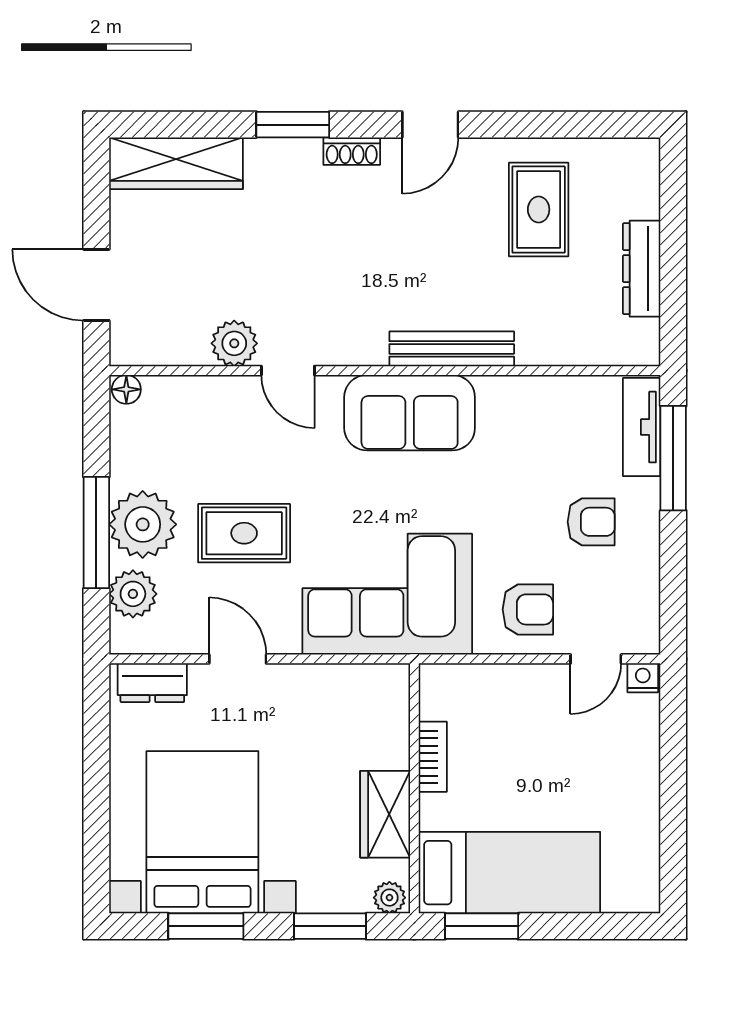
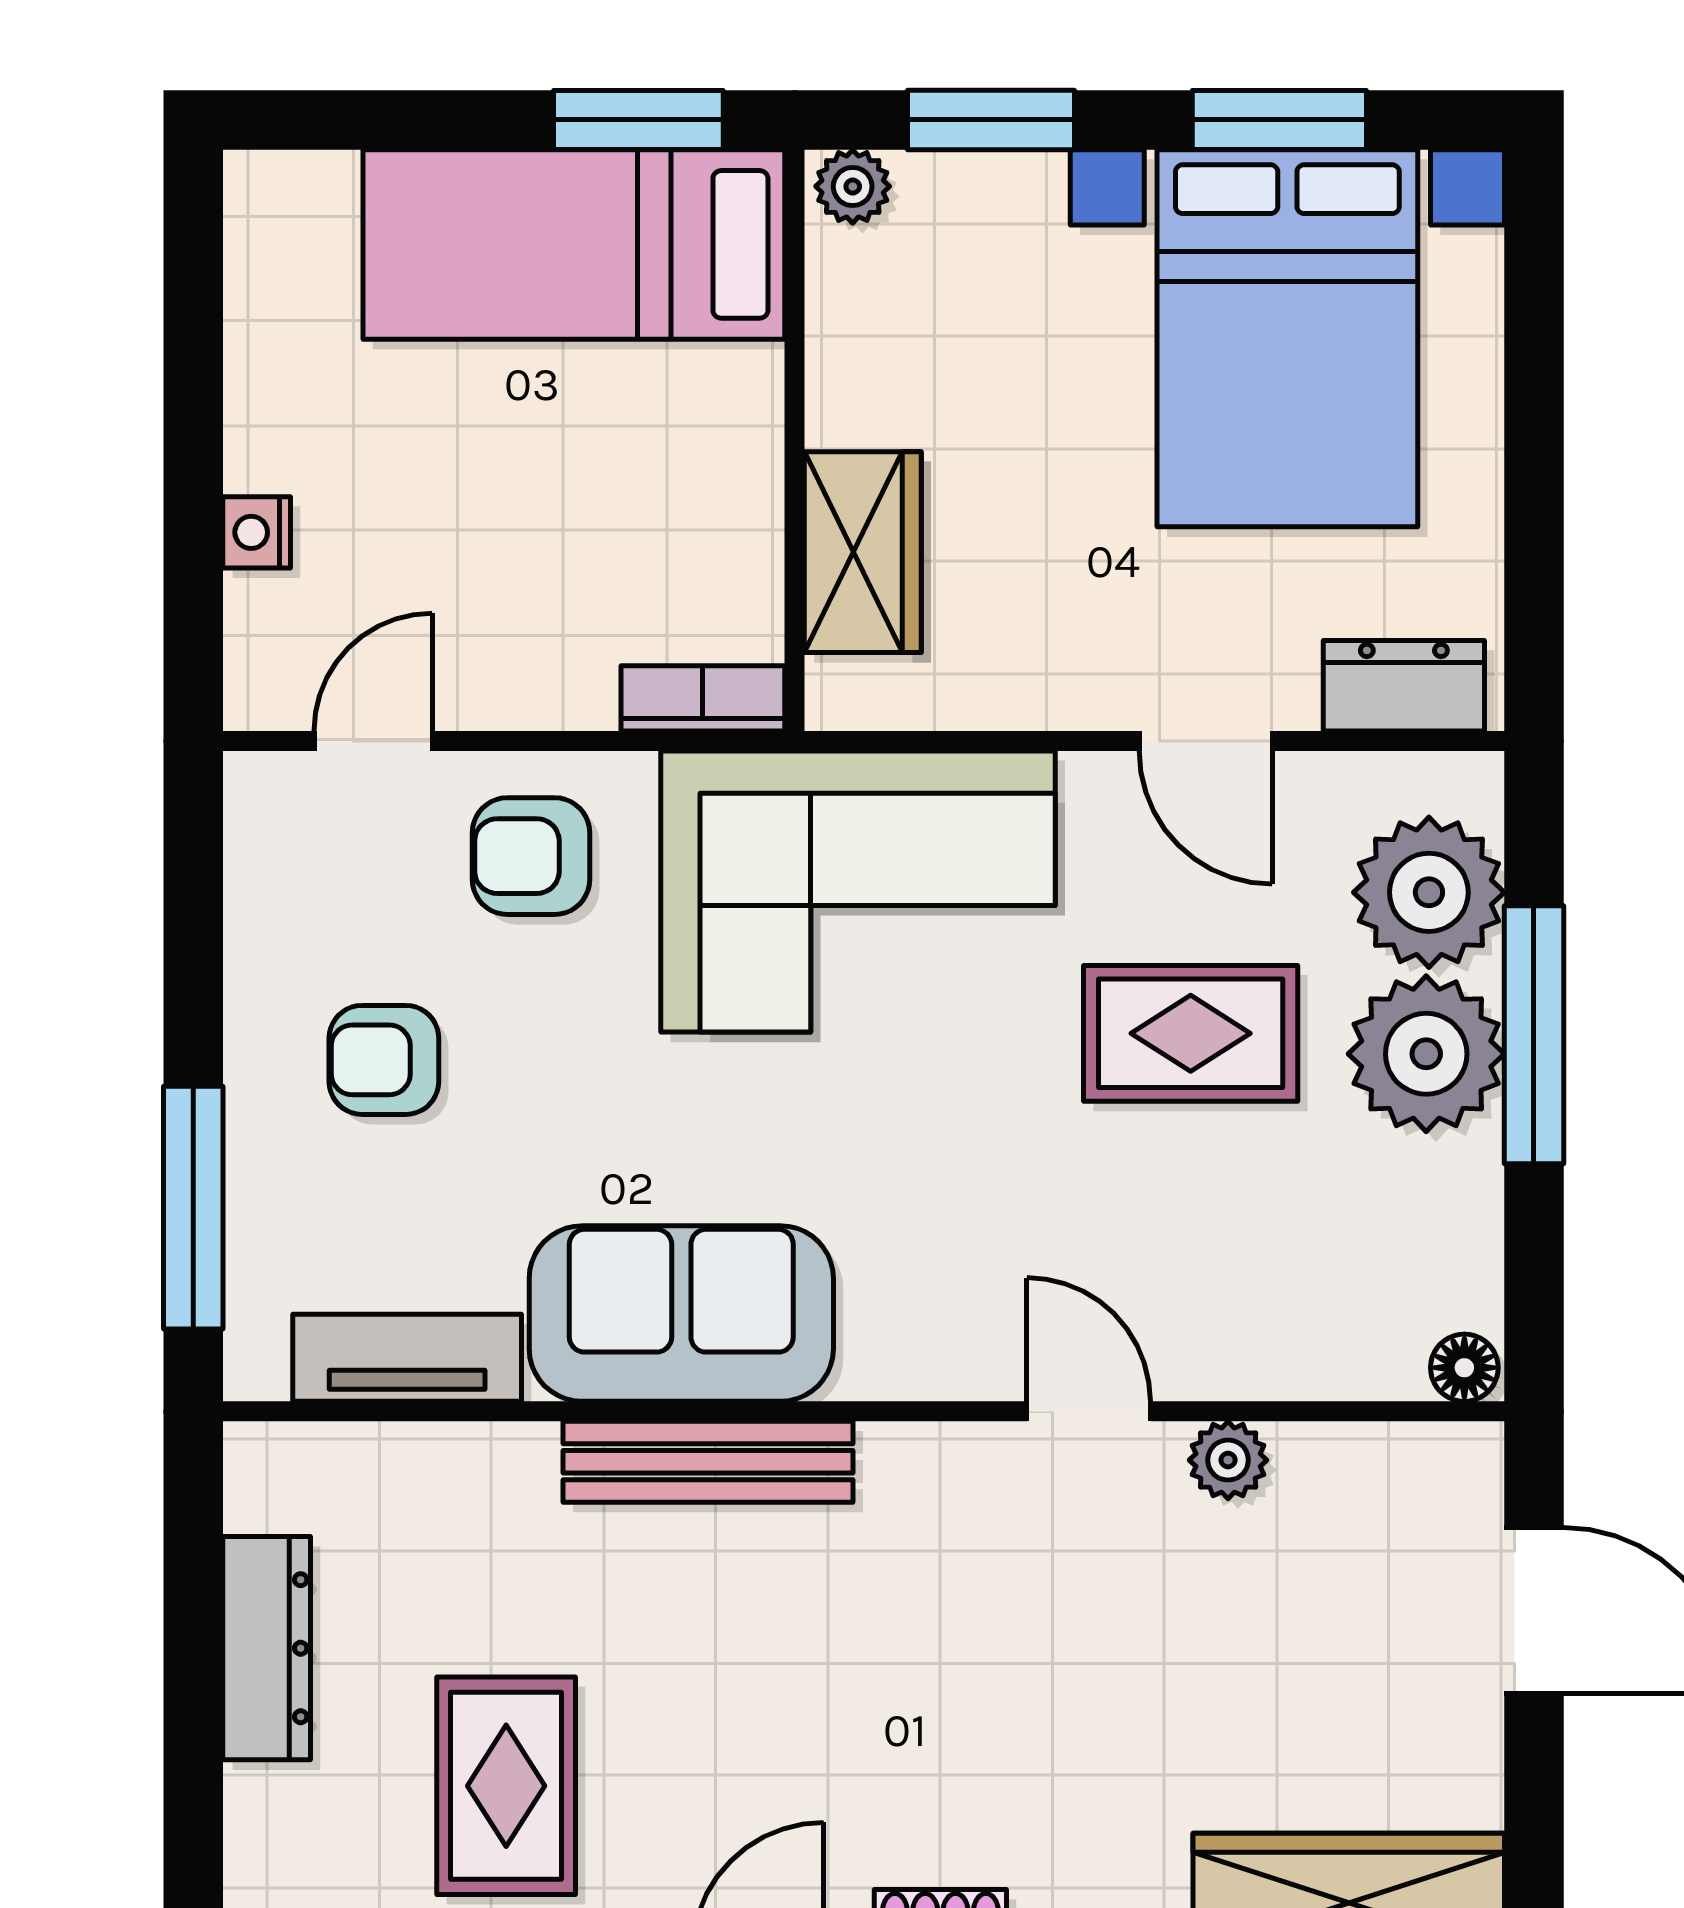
plant: (234, 343) -> (1228, 1460), width x0.73, depth x0.73
sofa: (410, 413) -> (681, 1314), moved
tv unit: (642, 427) -> (407, 1358), moved, turned -90
plant: (133, 594) -> (1429, 892), width x1.36, depth x1.36
nightstand: (643, 678) -> (257, 532), moved, turned 90
bookcase: (433, 757) -> (703, 698), moved, turned 90
wardrobe: (385, 814) -> (863, 552), moved

